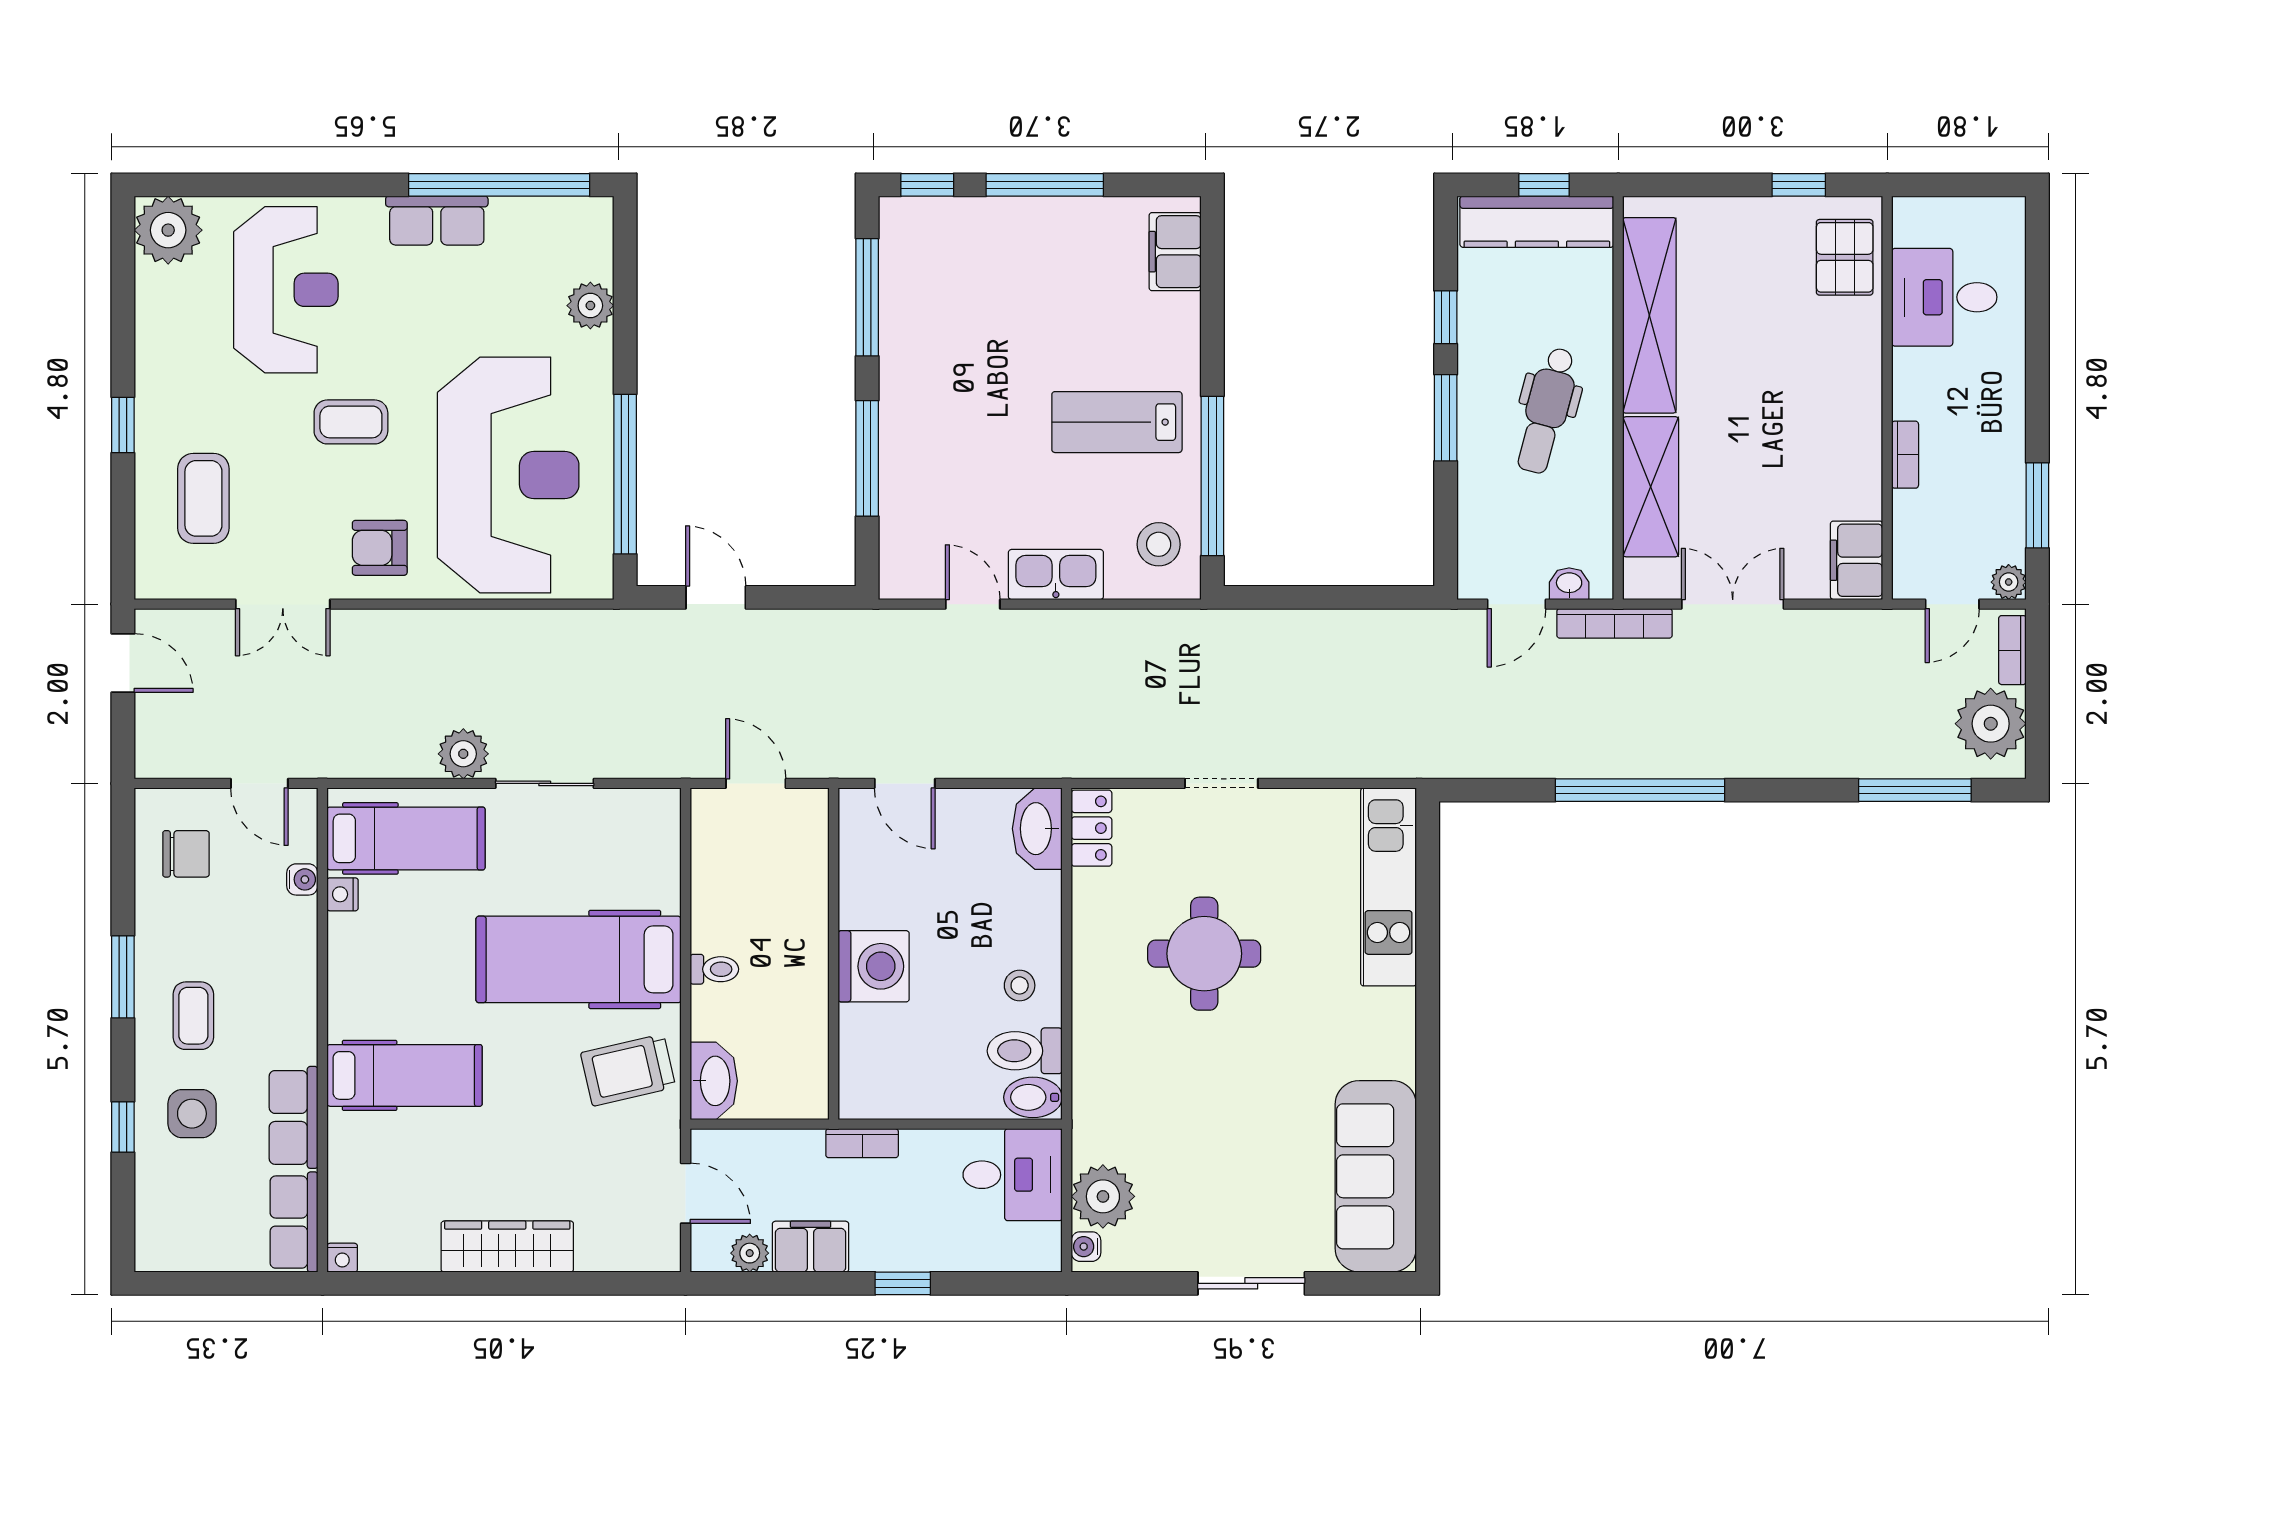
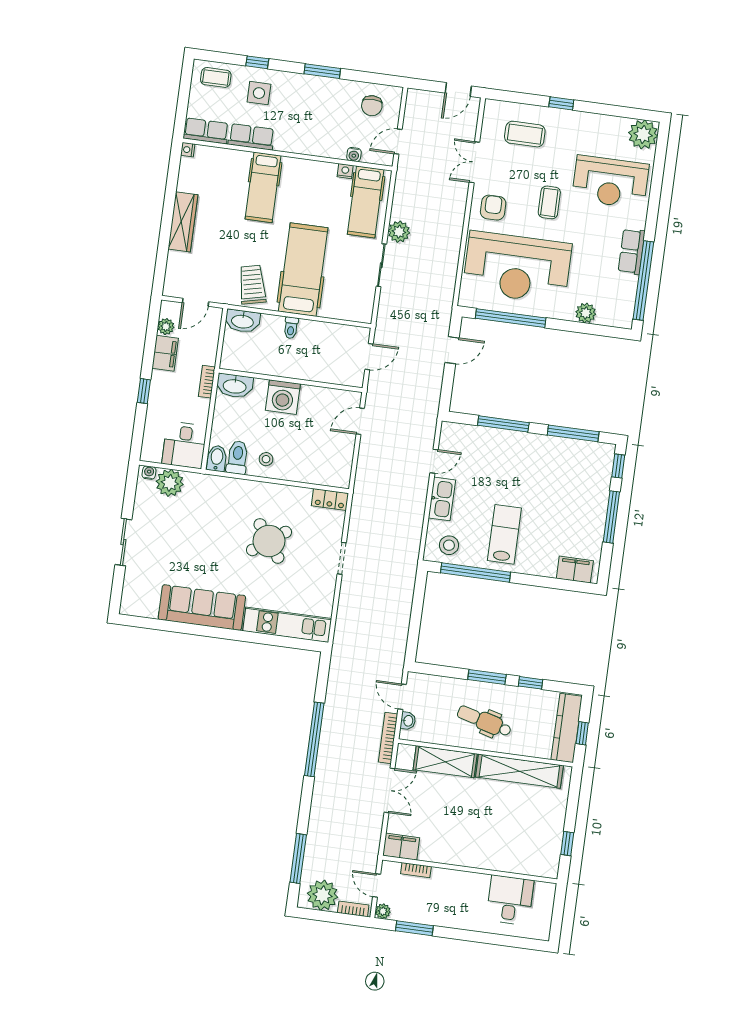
pallet: (1845, 257) -> (533, 859), removed
bookcase: (1905, 455) -> (416, 870), moved
washbasin: (1037, 829) -> (235, 386), moved, turned 180
round table: (1204, 954) -> (269, 541), turned -36
coffee table: (193, 1016) -> (216, 77), moved
sofa: (1376, 1176) -> (202, 608), moved

